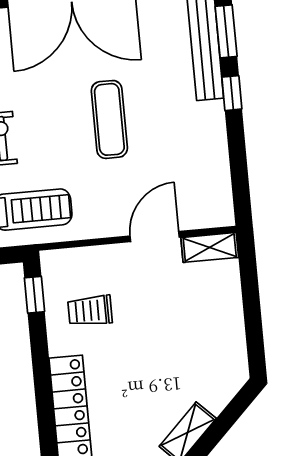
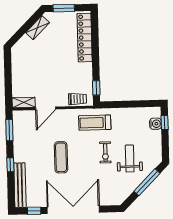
window: (226, 31) -> (9, 130), moved
trolley: (90, 311) -> (77, 99), moved

